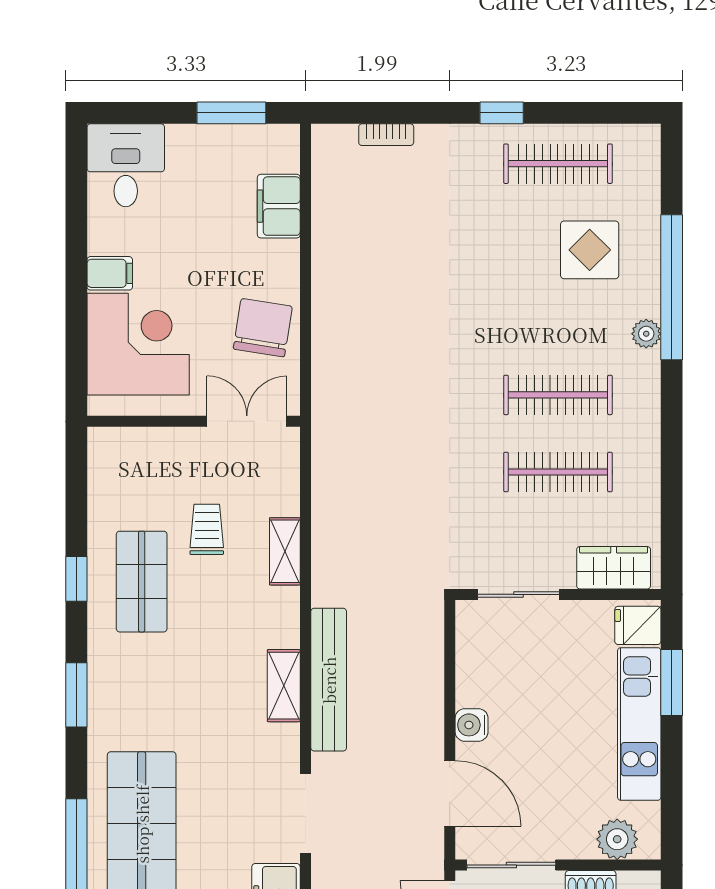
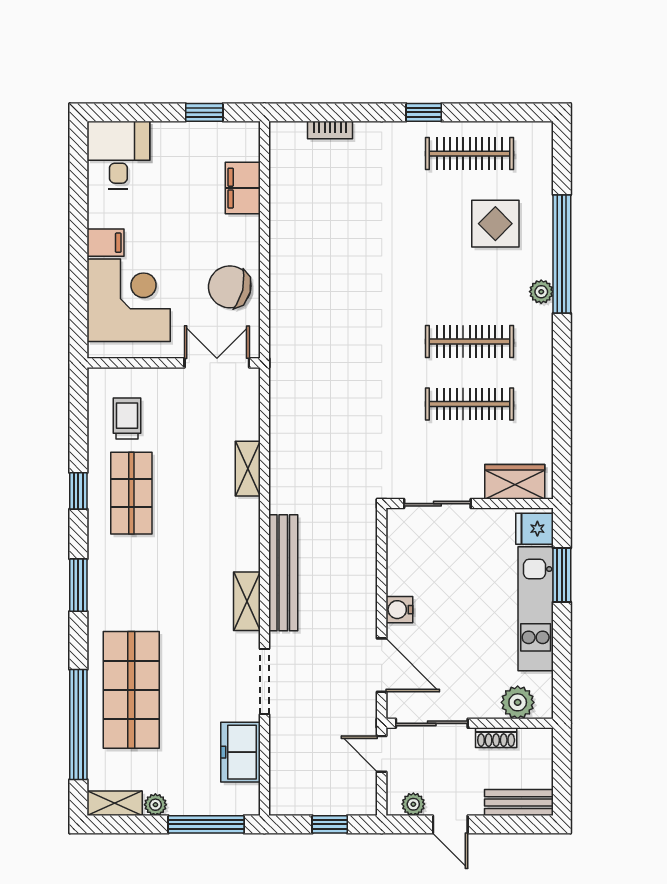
window: (231, 113) -> (204, 112), width x0.67
chair: (263, 328) -> (230, 287), turned -85
trolley: (207, 529) -> (127, 418), moved
shelving: (284, 686) -> (247, 601), moved

